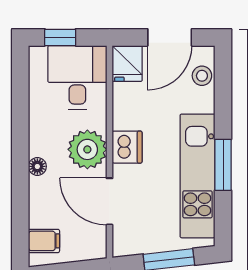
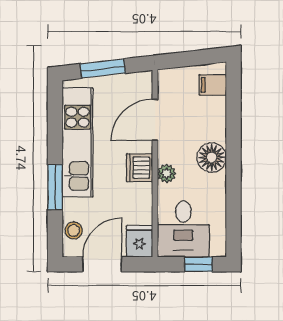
plant: (87, 149) -> (167, 174), width x0.53, depth x0.53
window: (223, 165) -> (55, 187), moved
floor lamp: (37, 166) -> (212, 158), width x1.89, depth x1.89
door: (110, 201) -> (155, 120), swing flipped

